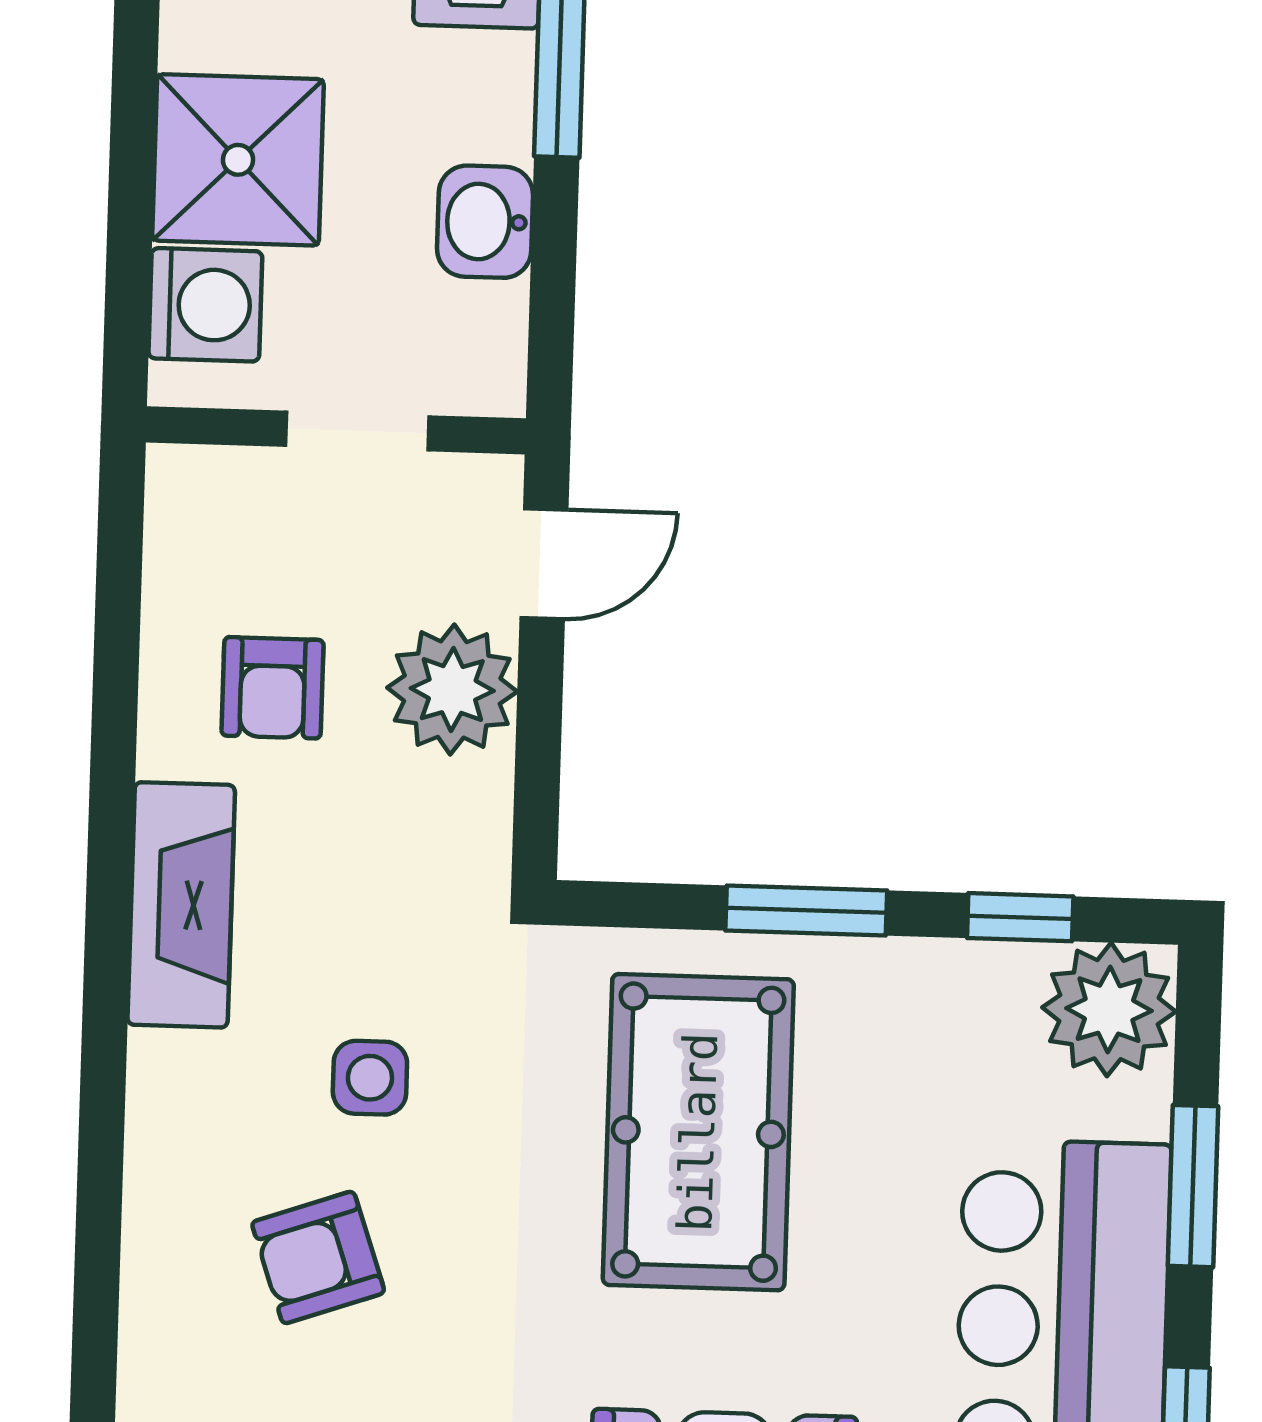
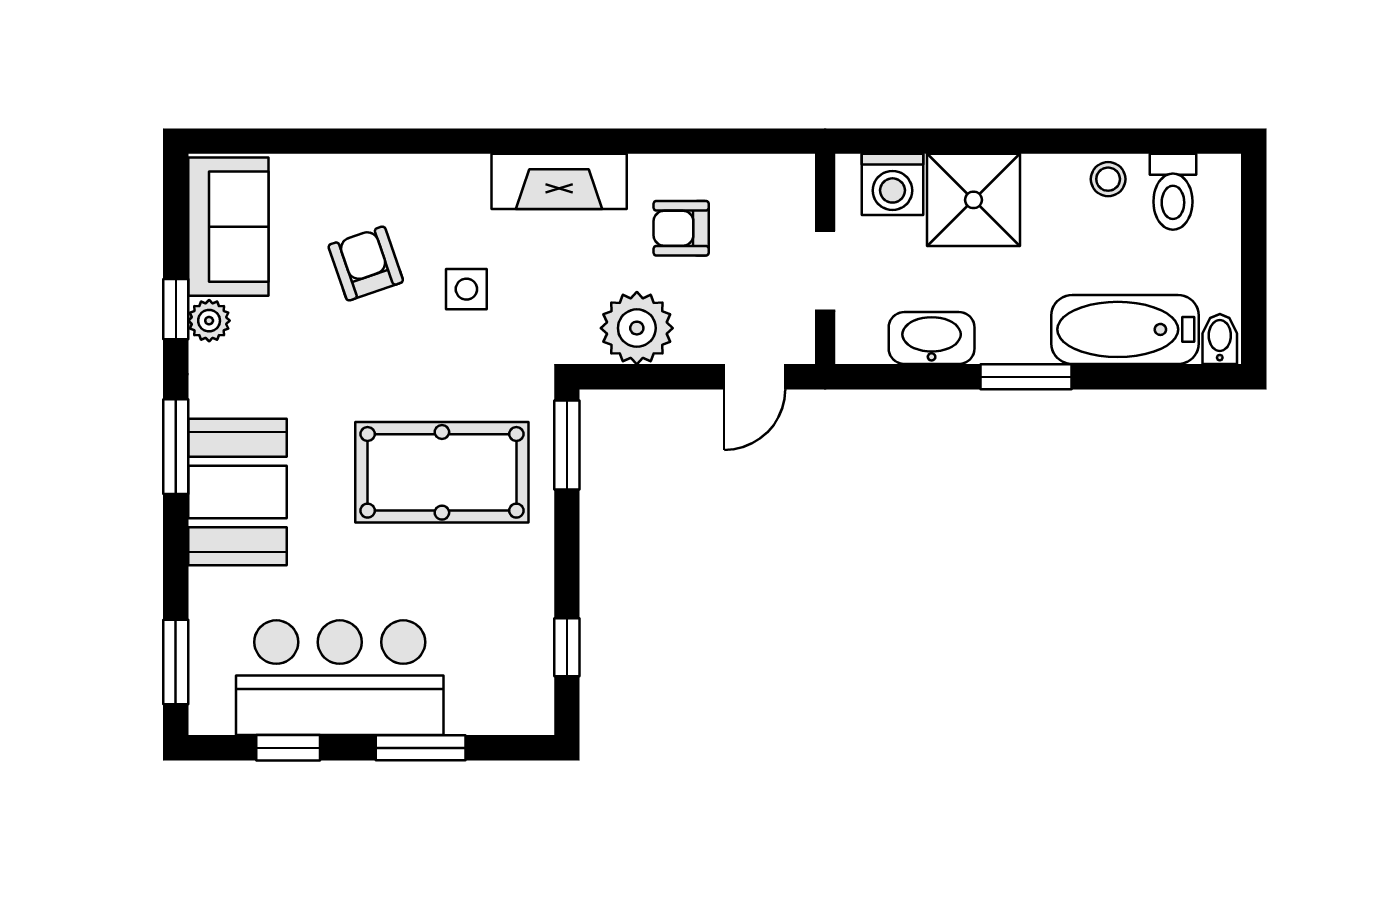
washbasin: (485, 222) -> (932, 338), width x1.38
door: (544, 564) -> (755, 377), hinge flipped
plant: (452, 690) -> (637, 328), moved
window: (806, 910) -> (567, 445), moved
plant: (1109, 1010) -> (517, 698), removed

